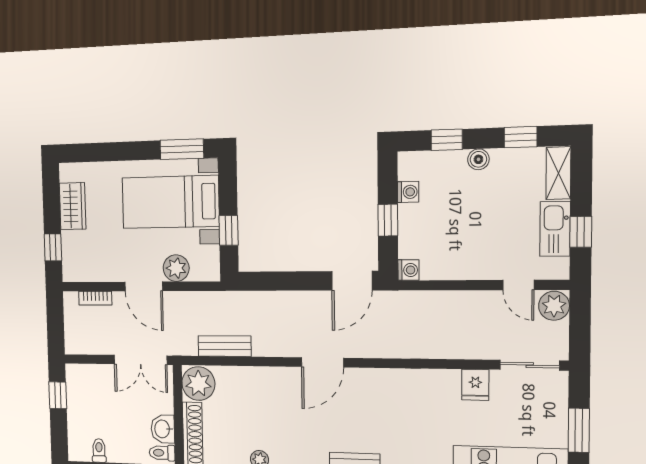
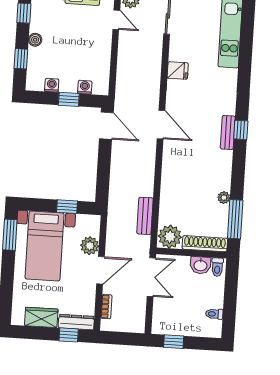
dresser: (71, 257) -> (76, 322), added
washing machine: (408, 270) -> (85, 87), moved
door: (518, 285) -> (116, 20), hinge flipped
door: (322, 362) -> (161, 125), moved
fridge: (475, 385) -> (178, 71), moved

